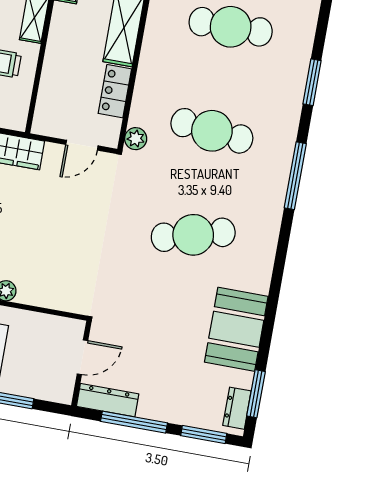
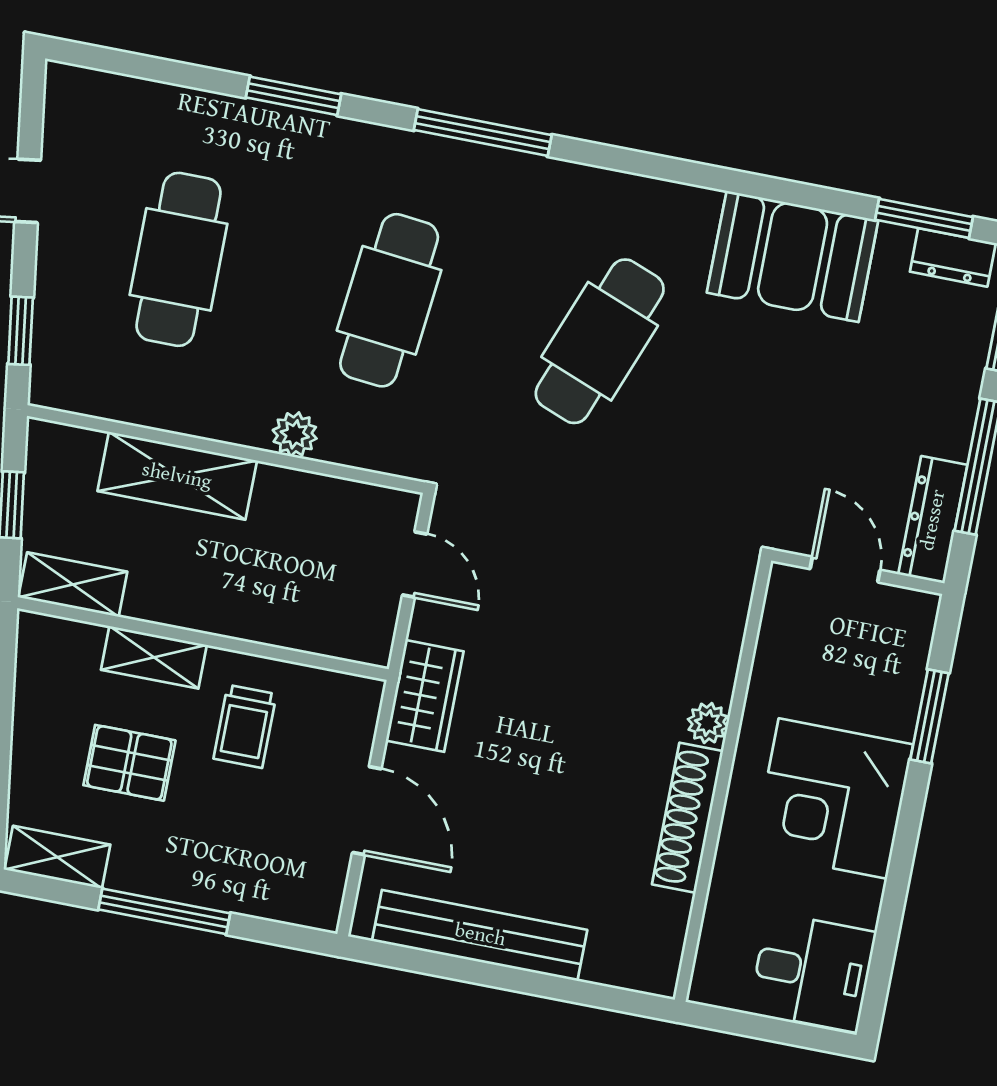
locker: (115, 91) -> (306, 496), removed
plant: (136, 139) -> (295, 434), moved
cafe table: (193, 235) -> (600, 341), turned 36

